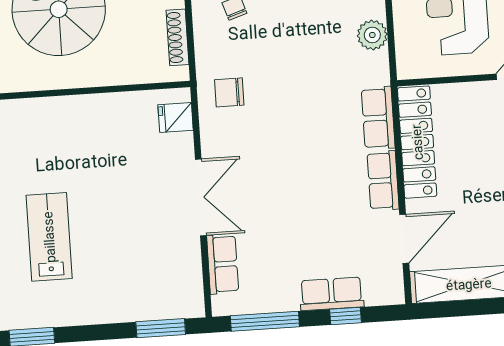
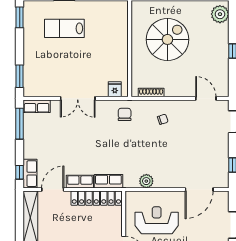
lab bench: (49, 237) -> (64, 28), turned 180
door: (404, 239) -> (53, 189), swing flipped
row of seats: (223, 264) -> (37, 106), moved
row of seats: (332, 294) -> (30, 174), moved
window: (345, 316) -> (20, 172), moved

